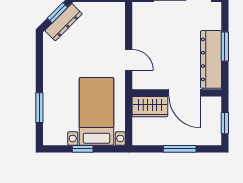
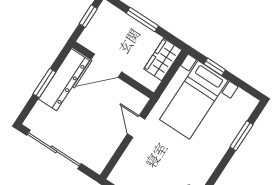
door: (184, 93) -> (106, 66), swing flipped
wardrobe: (150, 107) -> (163, 59), moved, turned -90
window: (83, 149) -> (215, 67), moved

